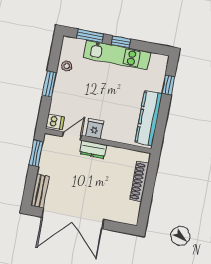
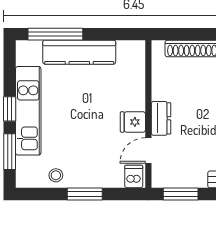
window: (168, 85) -> (55, 34), width x2.17
kitchen counter: (149, 118) -> (79, 52), moved
door: (72, 136) -> (148, 150), hinge flipped

